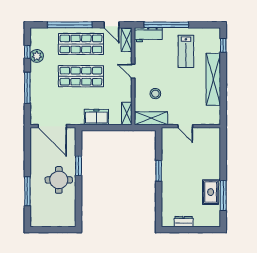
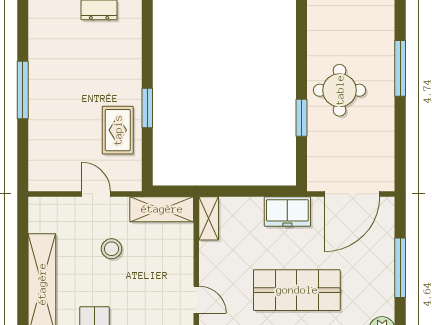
stool: (155, 94) -> (112, 249), moved
freezer: (96, 117) -> (287, 211), moved
door: (52, 126) -> (352, 194), swing flipped
rug: (211, 192) -> (118, 130), moved
window: (223, 196) -> (23, 90), moved

